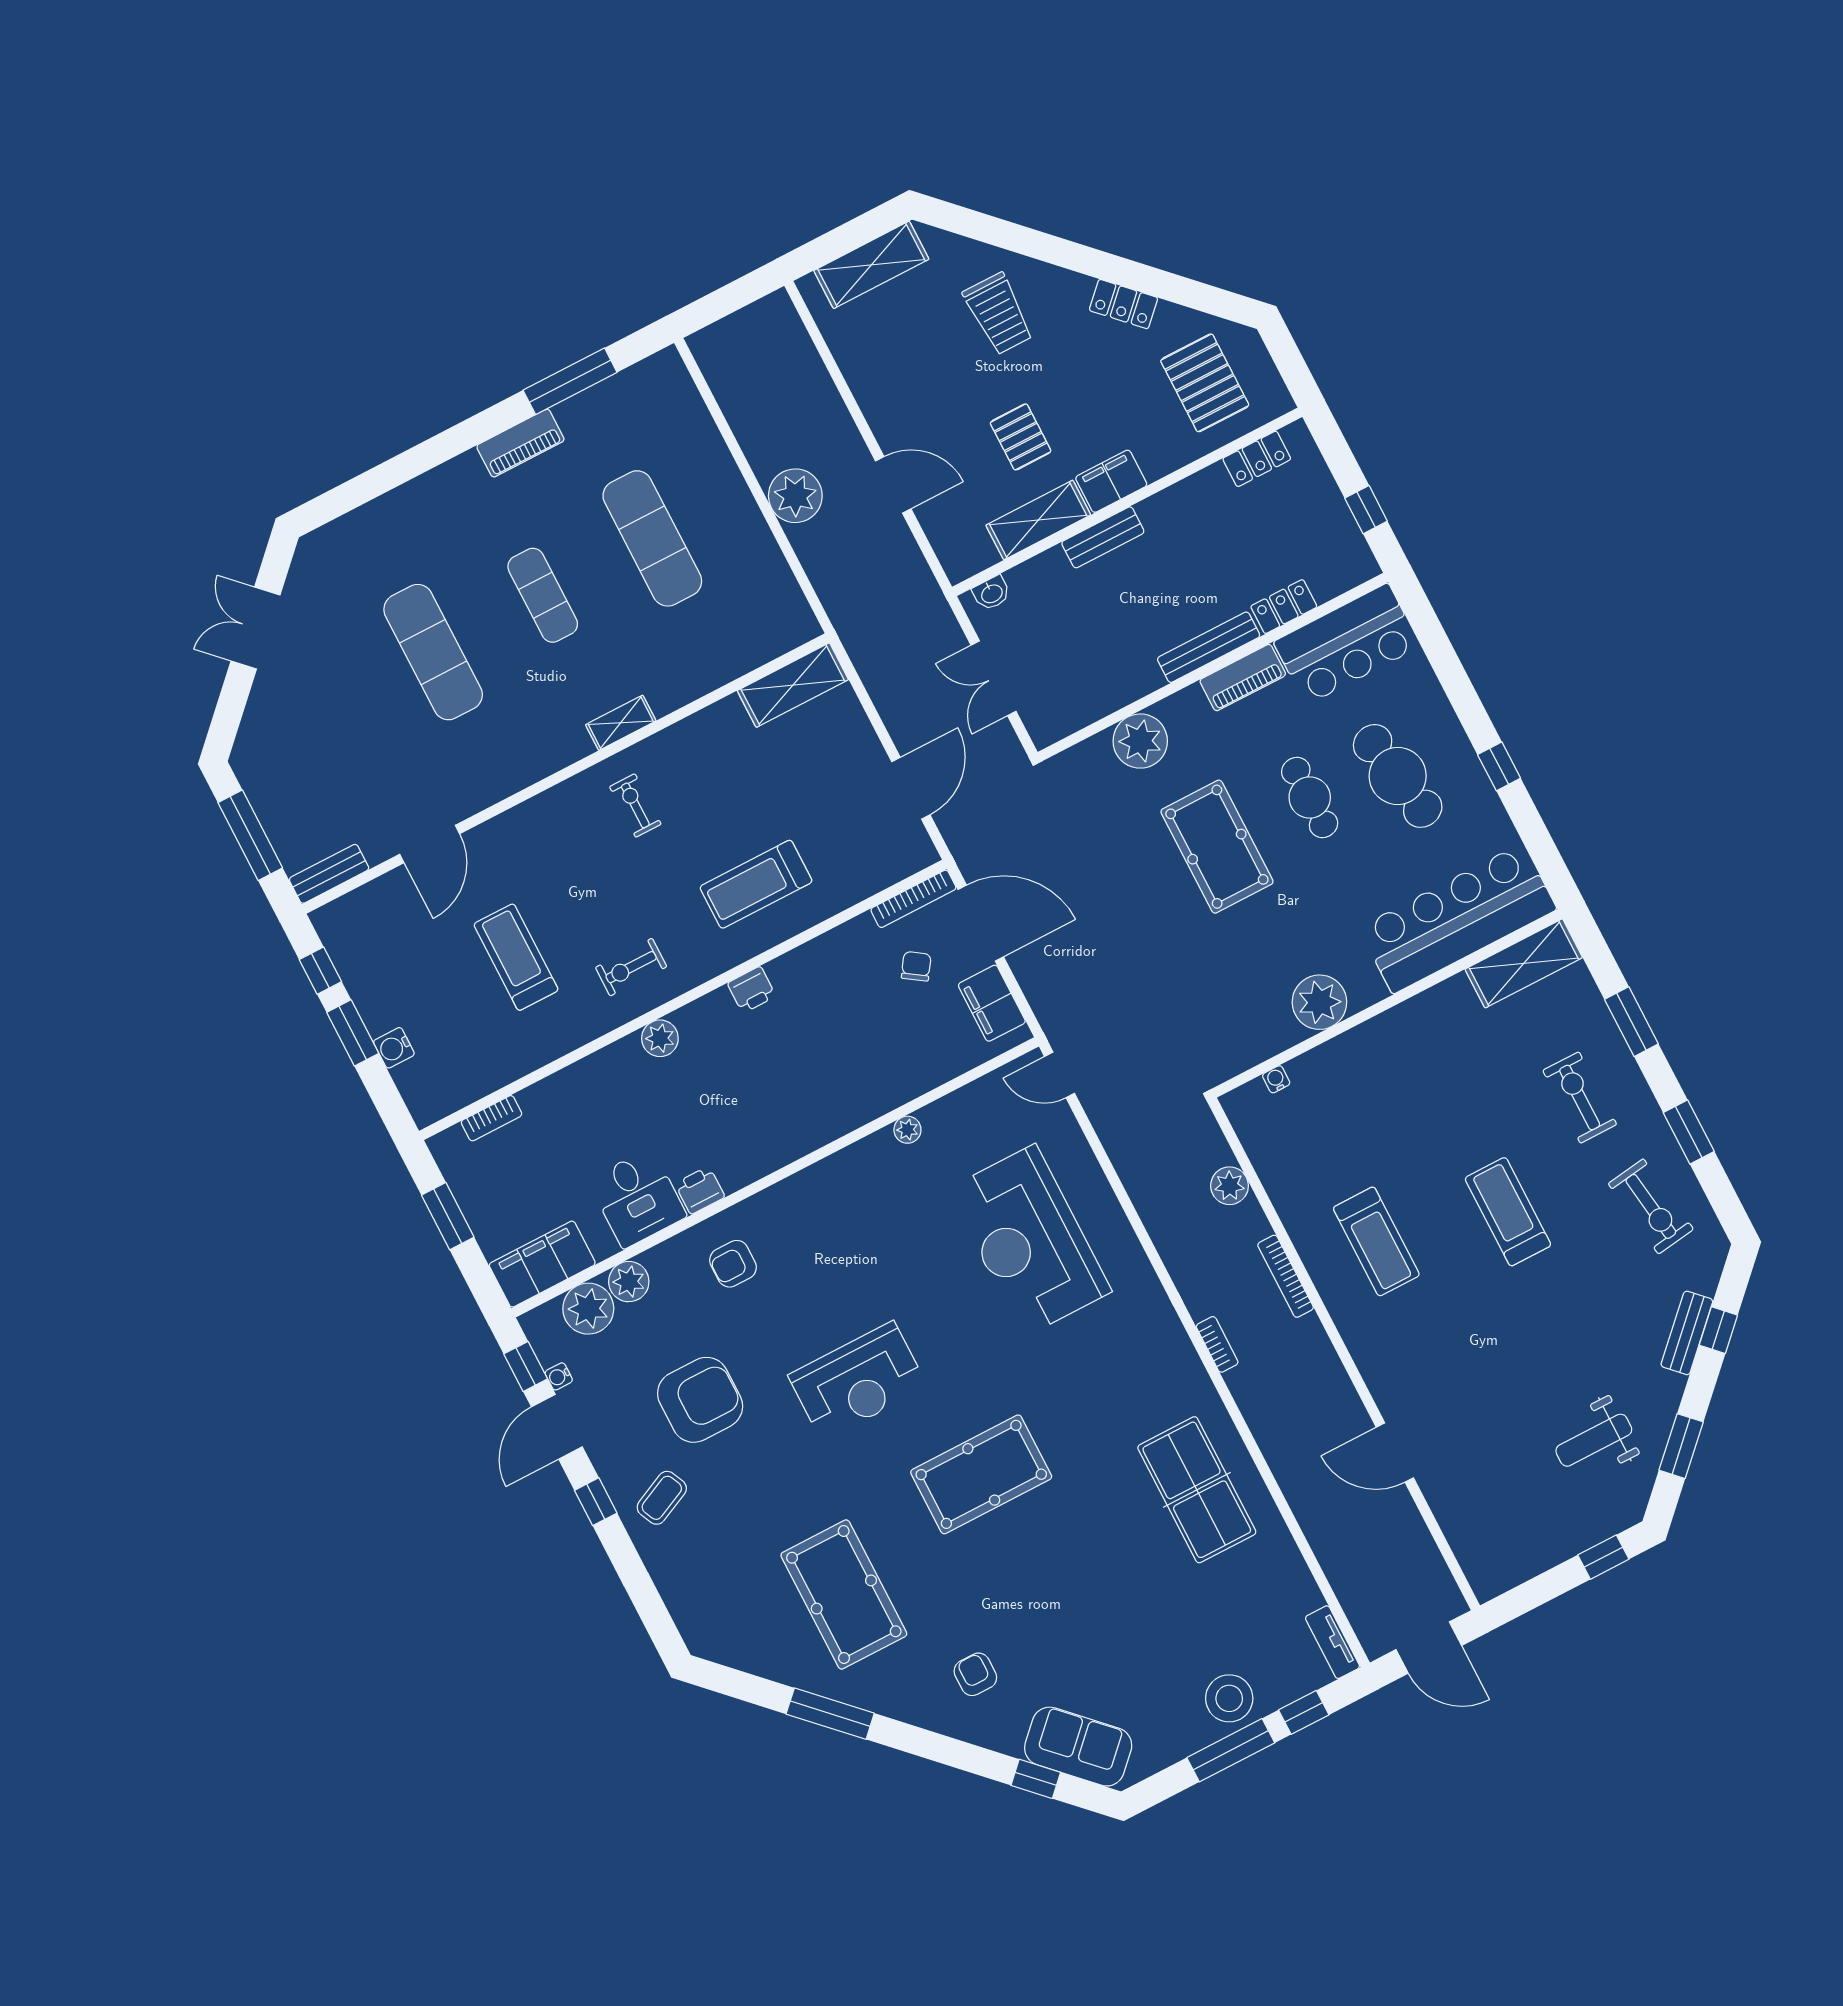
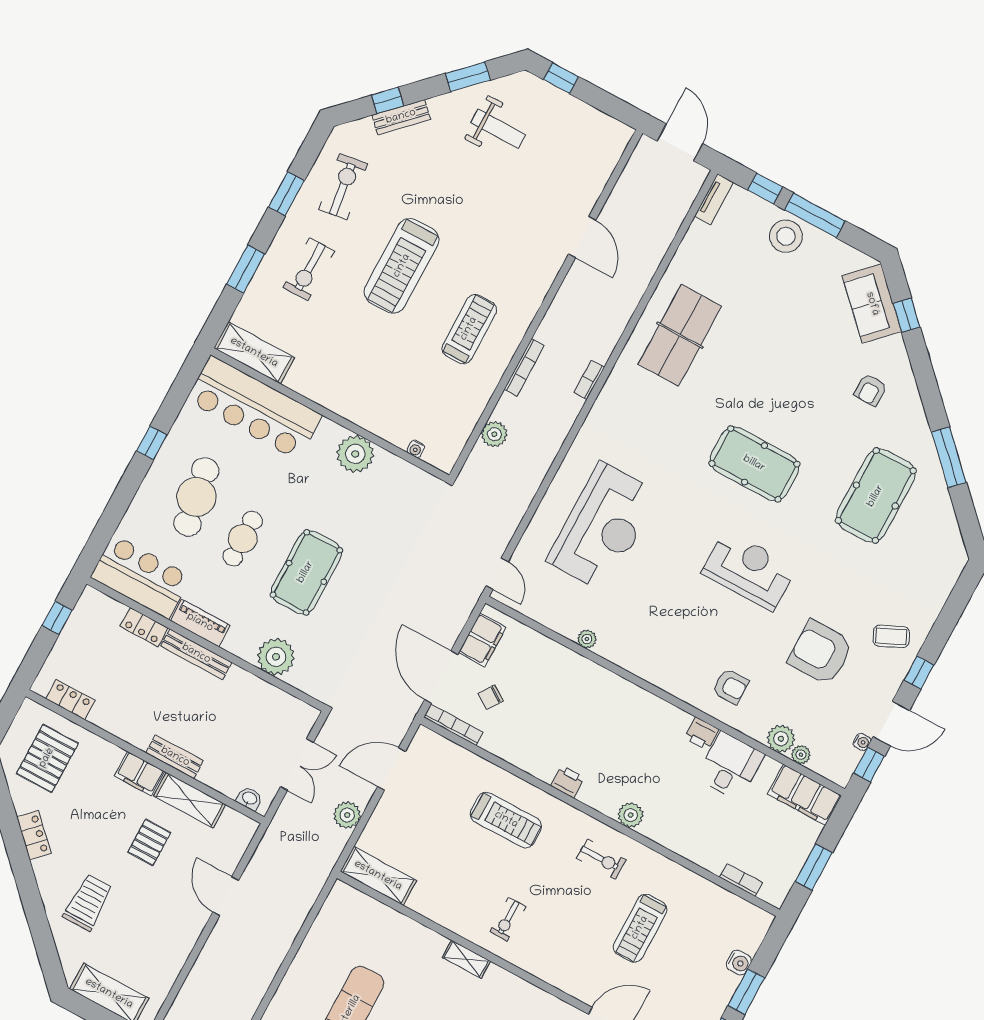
plant: (795, 496) -> (347, 815), moved, width x0.73, depth x0.73
treadmill: (1508, 1212) -> (402, 266), width x1.37, depth x1.38
plant: (588, 1309) -> (801, 755), width x0.53, depth x0.53

